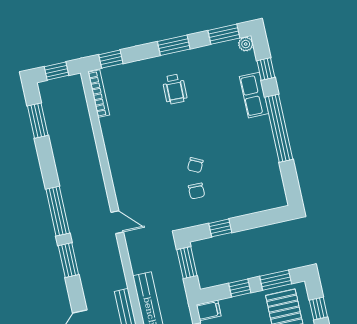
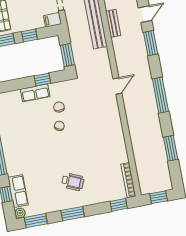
wheelchair: (175, 89) -> (73, 182), turned 113
row of seats: (254, 95) -> (18, 191), moved
window: (38, 121) -> (171, 148), moved
row of seats: (230, 209) -> (35, 93), added
door: (117, 222) -> (117, 86), swing flipped
window: (68, 260) -> (151, 43), moved

